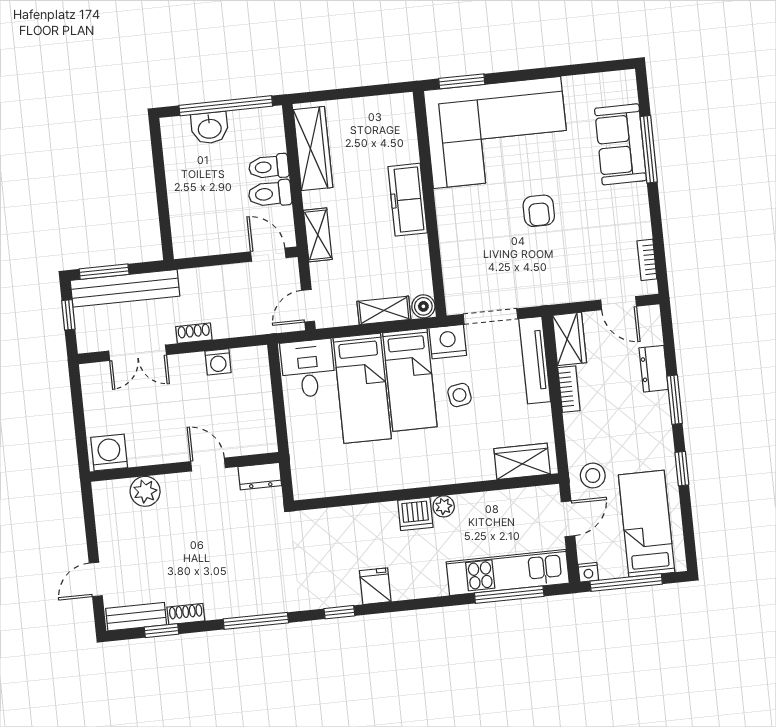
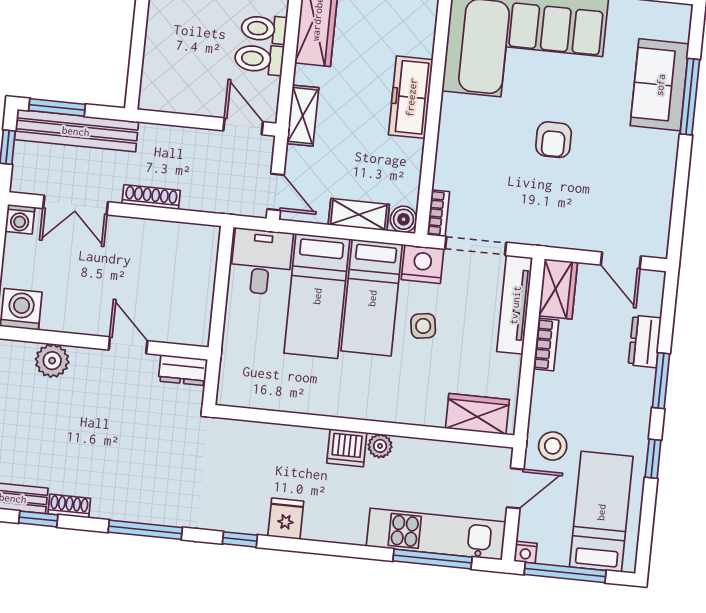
bookcase: (647, 260) -> (438, 213), moved, turned 180
door: (308, 306) -> (276, 192), swing flipped
shoe rack: (194, 333) -> (151, 197), width x1.43
washing machine: (218, 362) -> (20, 219), moved

